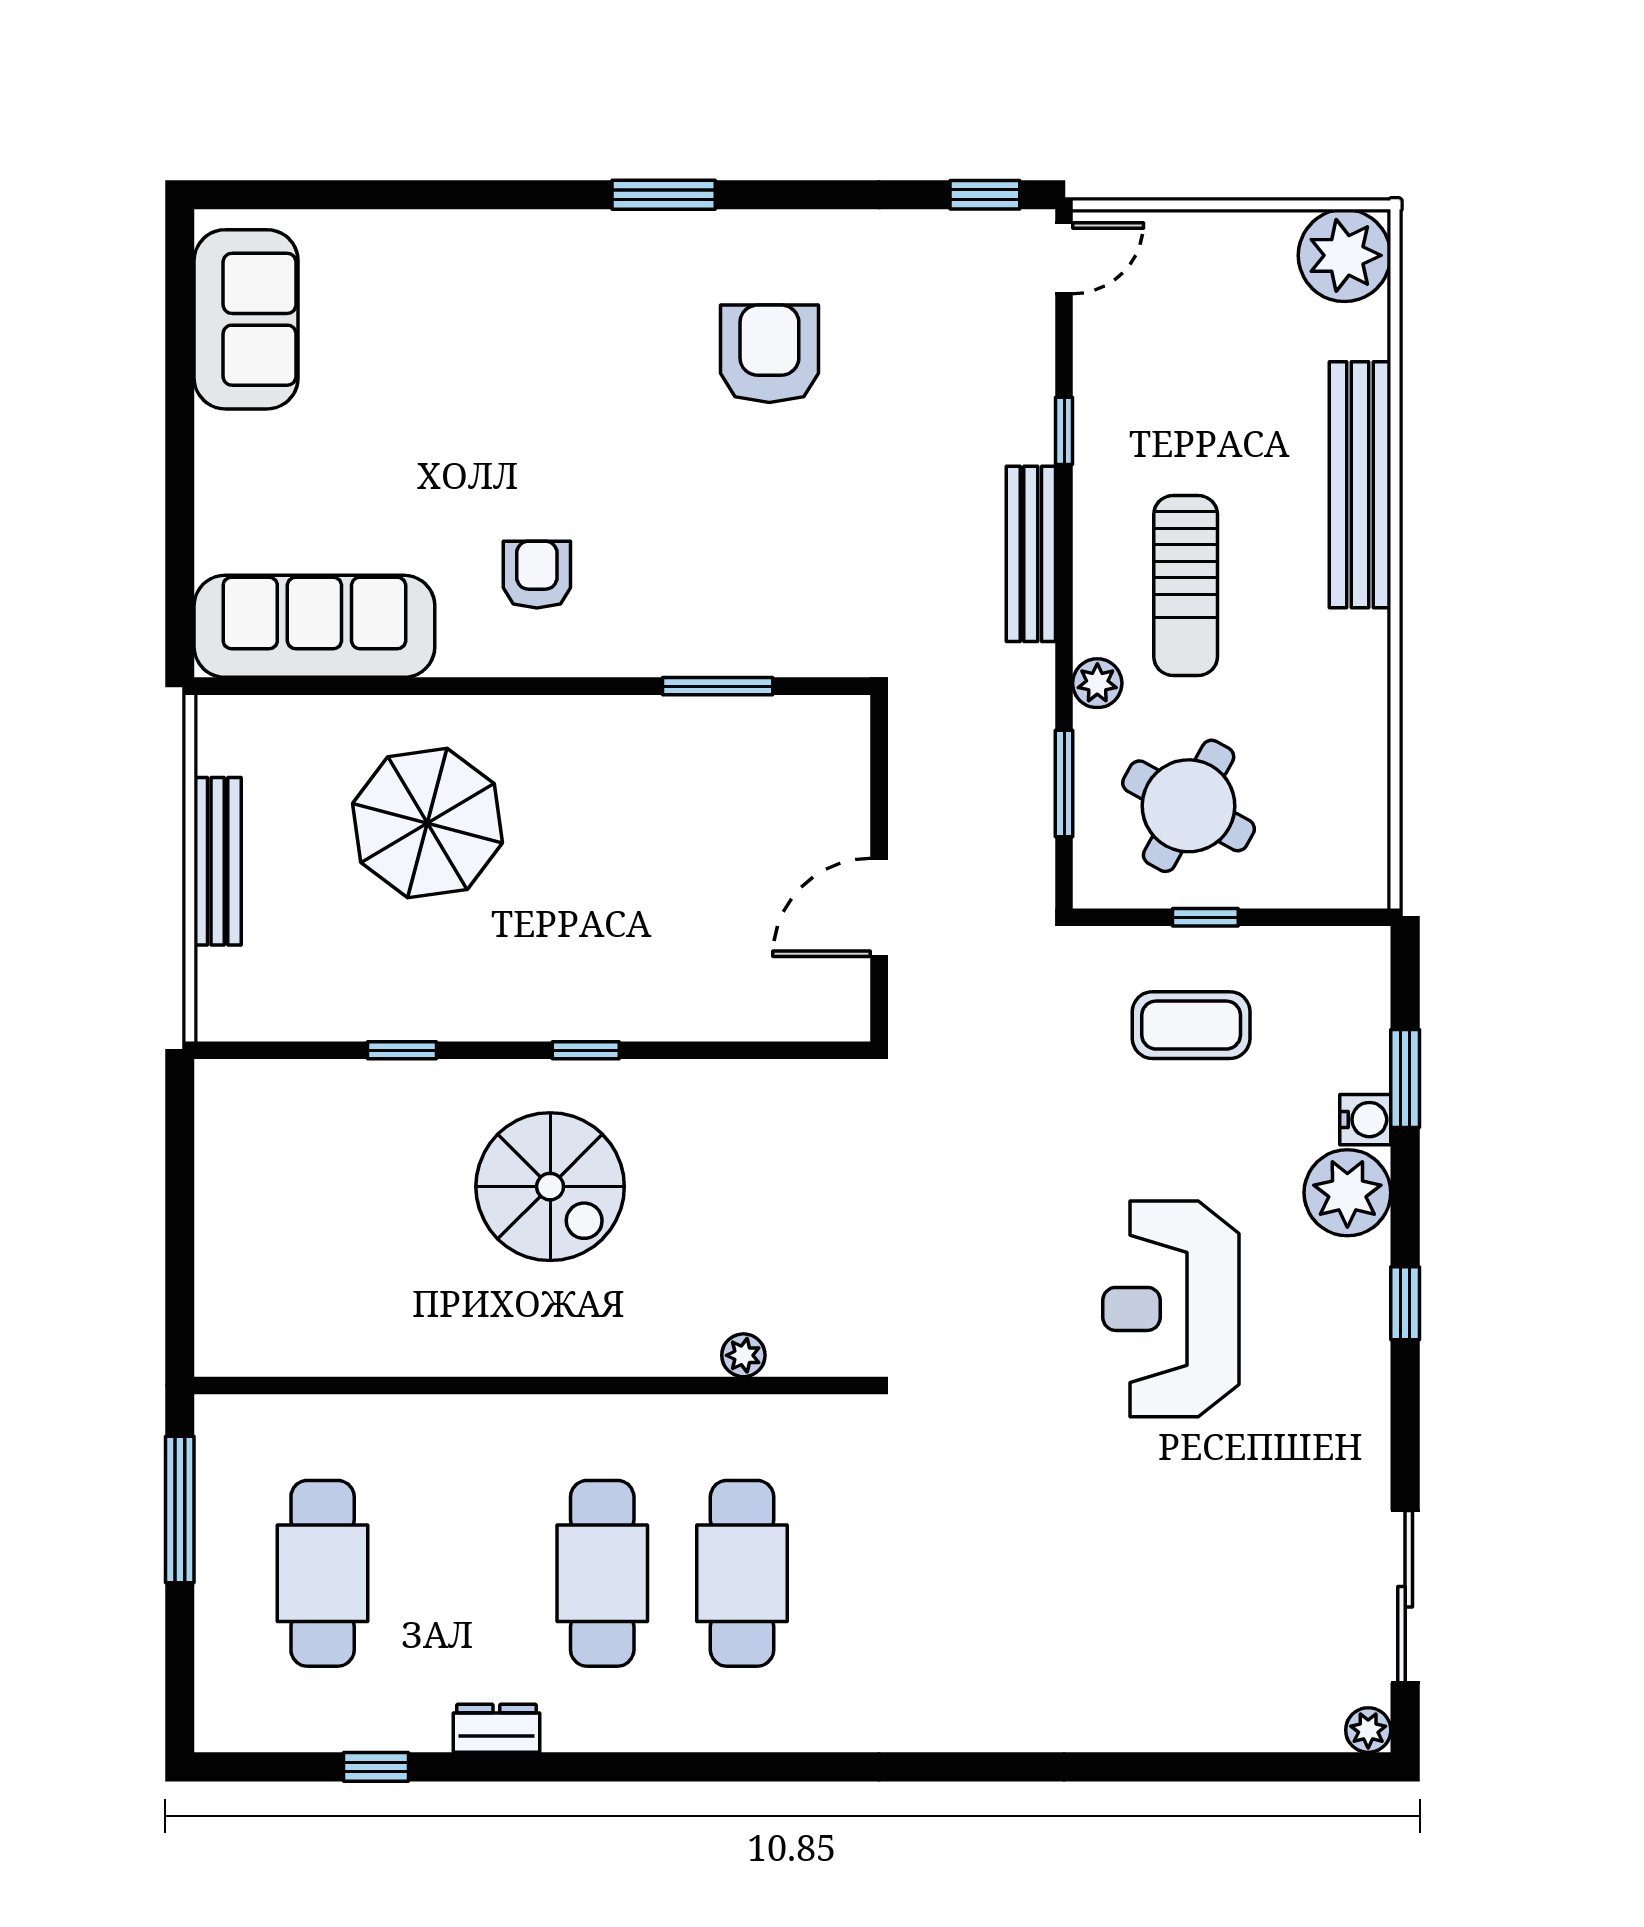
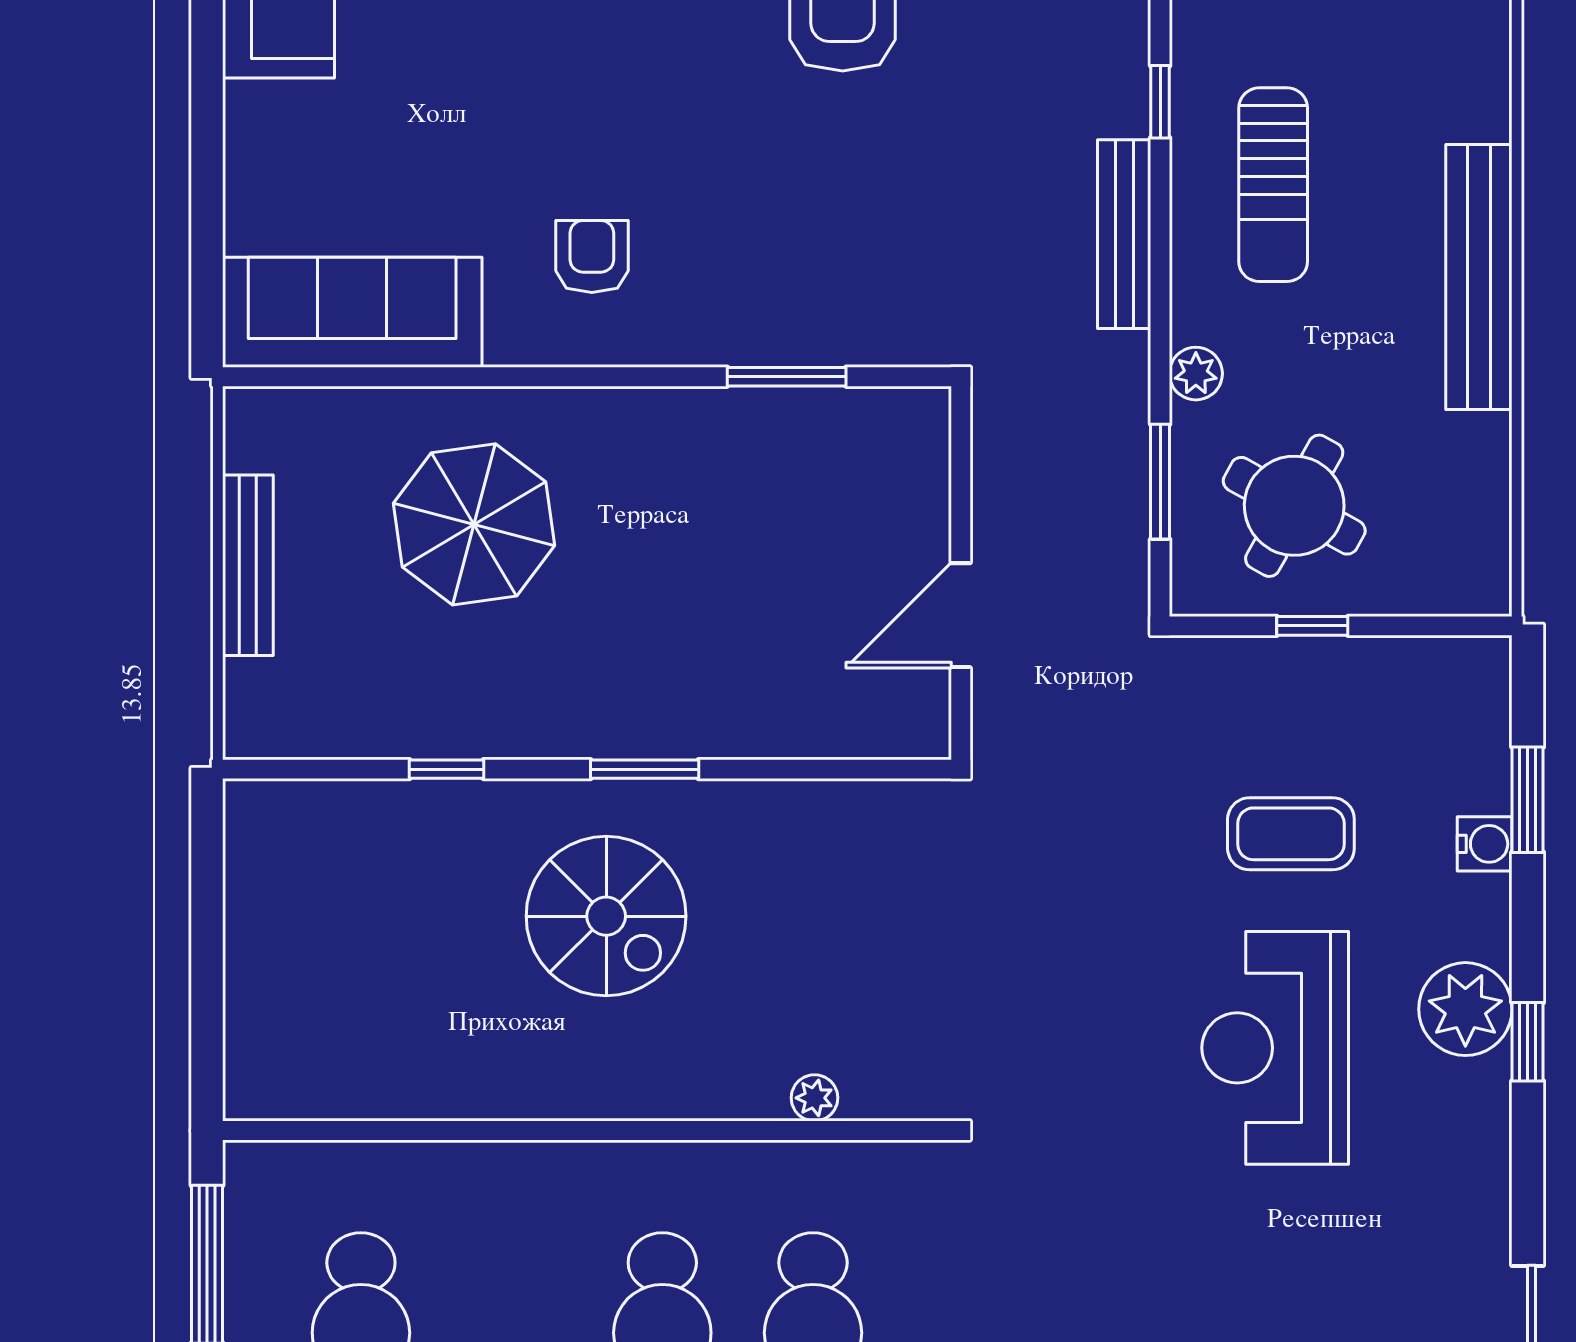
bench: (1360, 485) -> (1479, 277), moved
sun lounger: (1186, 585) -> (1273, 185), moved
coffee table: (1191, 1025) -> (1291, 834), moved
window: (586, 1050) -> (645, 769), width x1.50
plant: (1347, 1193) -> (1465, 1009), moved

